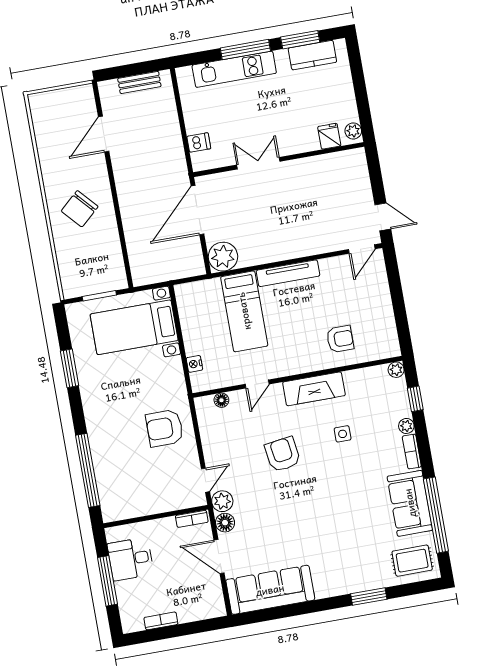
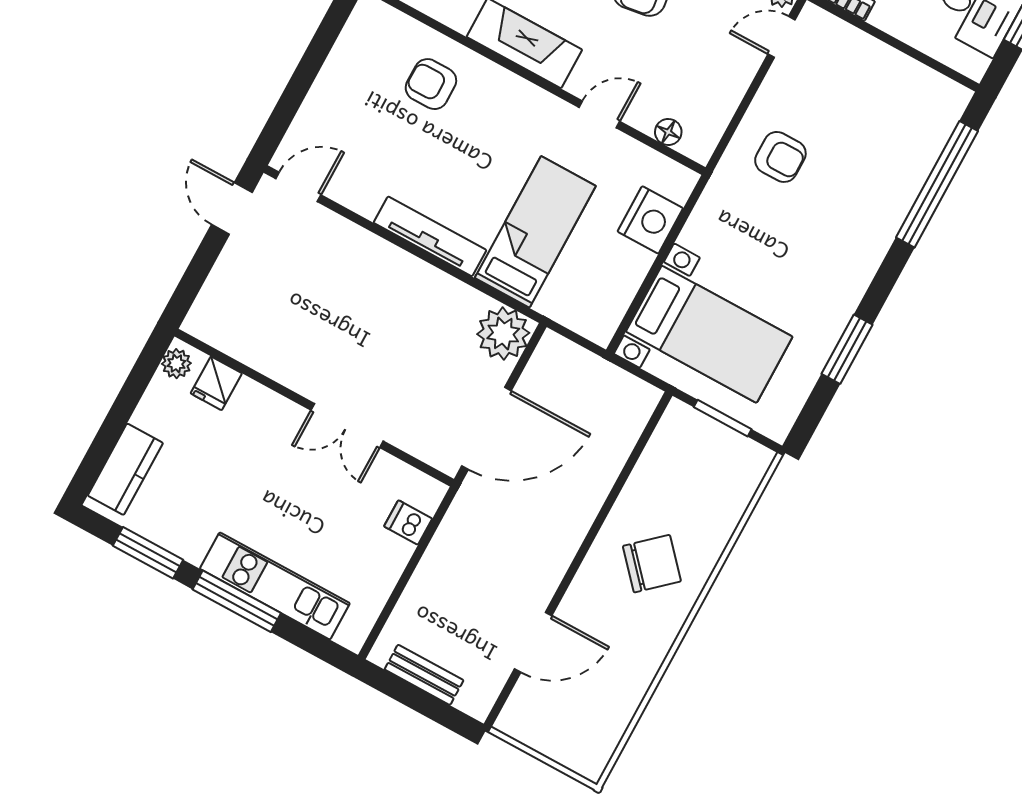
kitchen counter: (312, 55) -> (125, 469), moved, turned 90
nightstand: (194, 364) -> (650, 220), width x1.89, depth x1.79
armchair: (165, 428) -> (780, 157), width x0.72, depth x0.72

